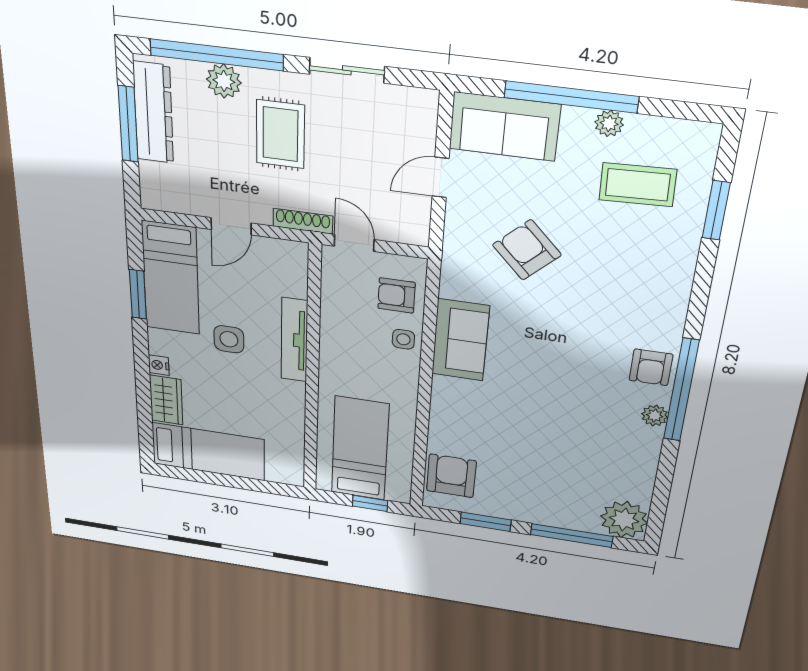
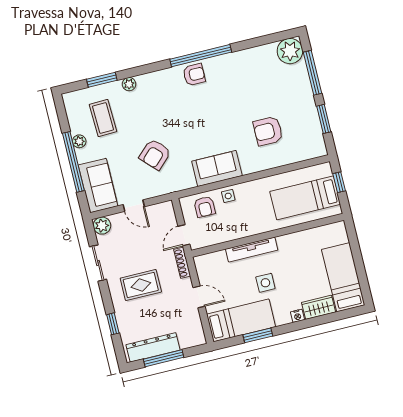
window: (217, 55) -> (113, 324), width x0.32
plant: (224, 81) -> (102, 226), moved
plant: (655, 416) -> (129, 84), moved
armchair: (451, 476) -> (268, 131), moved

